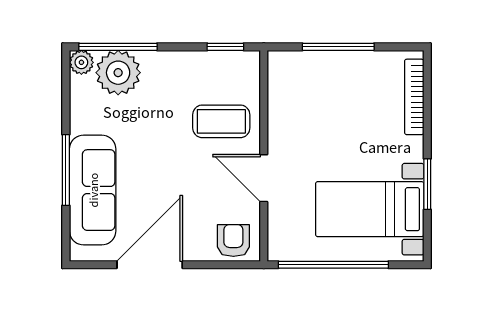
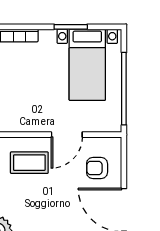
coffee table: (221, 121) -> (29, 163), turned 90
armchair: (233, 241) -> (97, 168), moved

